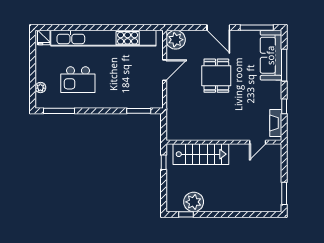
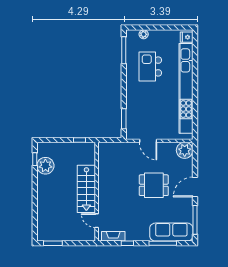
door: (165, 70) -> (148, 141), moved
stairs: (201, 154) -> (86, 189), moved

